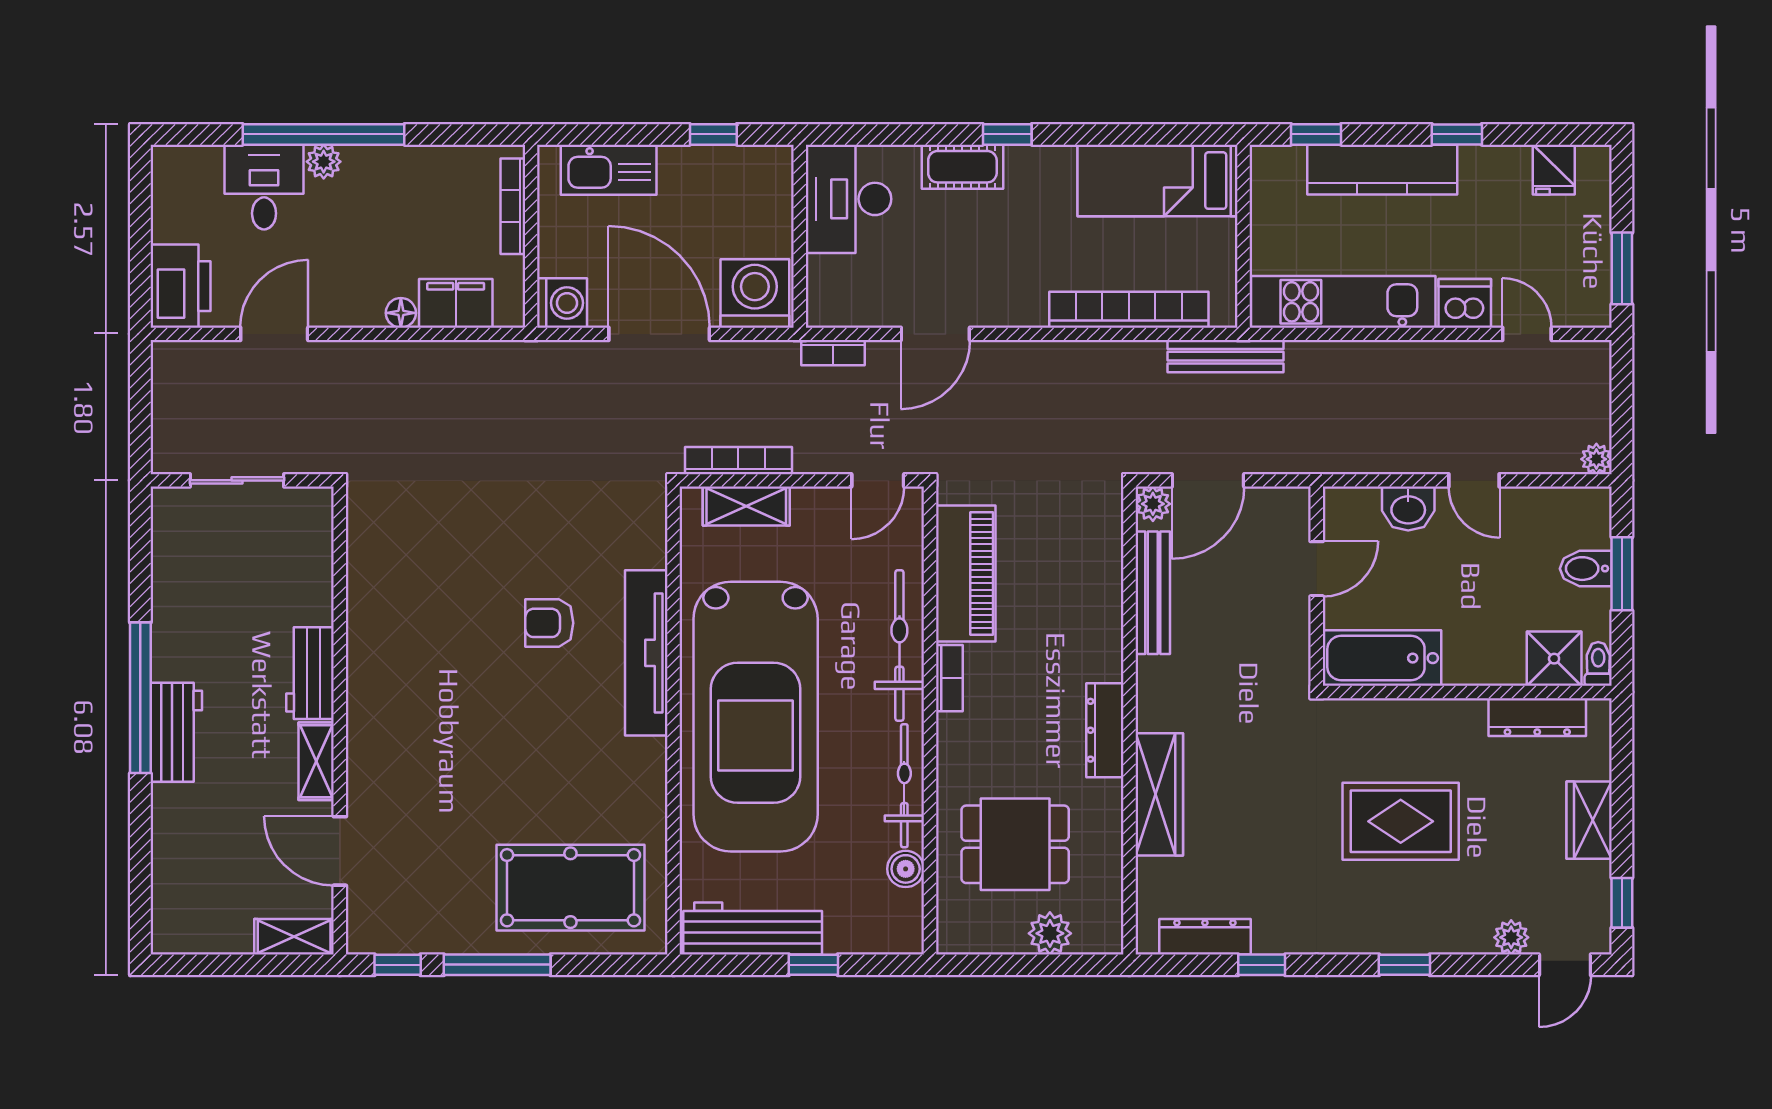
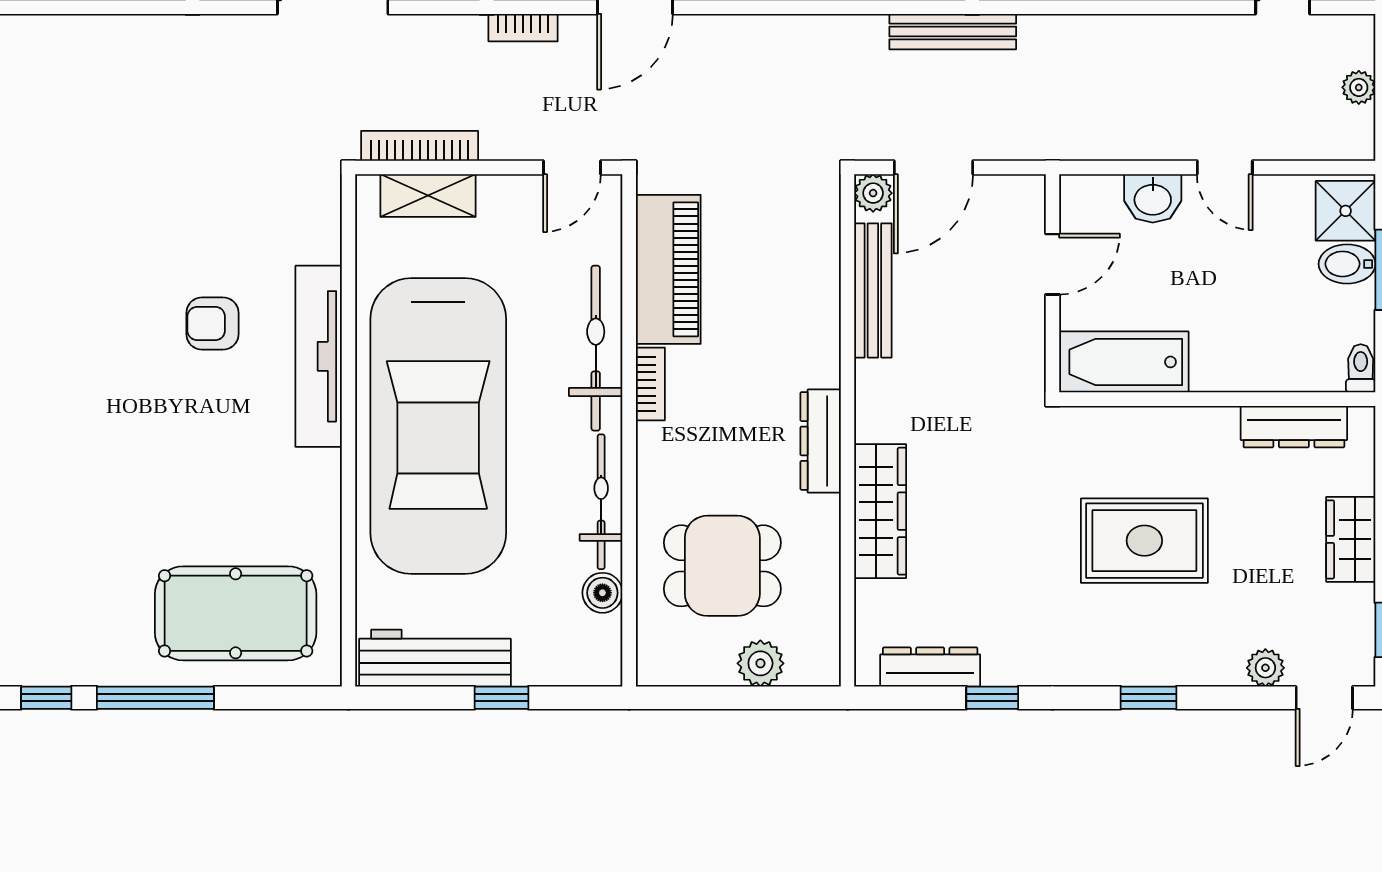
plant: (1596, 459) -> (1359, 87), moved
shower: (1554, 659) -> (1346, 211), moved

